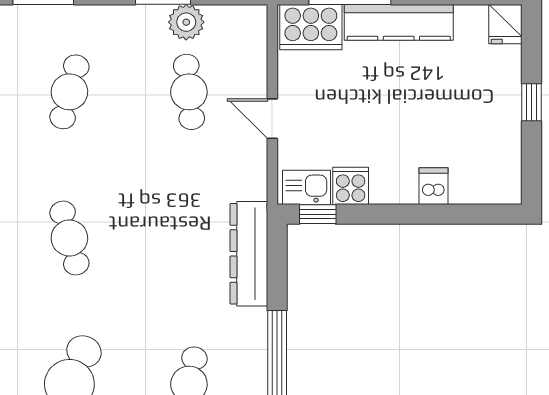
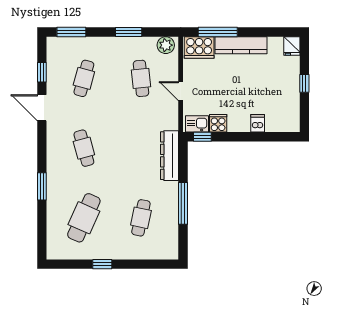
plant: (186, 22) -> (166, 45), moved

